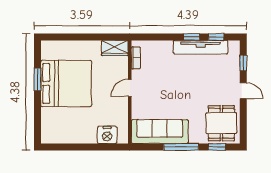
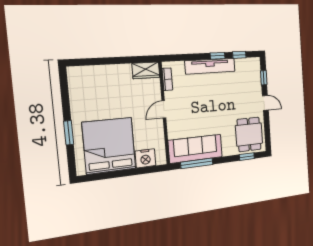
tv unit: (200, 47) -> (210, 66), moved
window: (37, 80) -> (69, 133), moved
bed: (66, 83) -> (109, 146), moved, turned -90
window: (181, 147) -> (197, 163), moved

